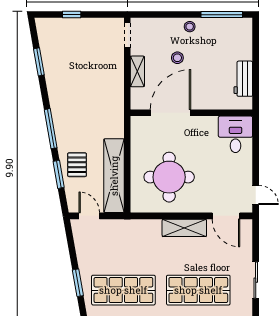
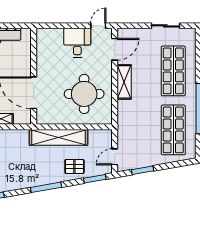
desk: (235, 134) -> (77, 43), moved, turned 90
window: (59, 174) -> (95, 179), moved
shelving: (114, 176) -> (59, 137), moved
window: (78, 283) -> (143, 170), moved

